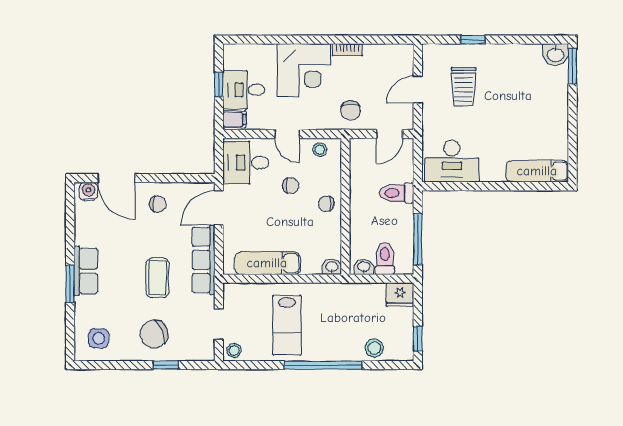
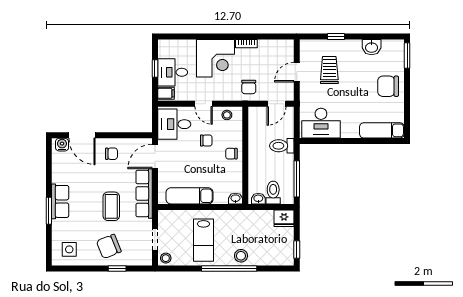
washbasin: (556, 55) -> (372, 47), moved
trolley: (463, 87) -> (329, 70), turned 180
chair: (546, 109) -> (388, 86), added
stool: (374, 348) -> (241, 256), moved

